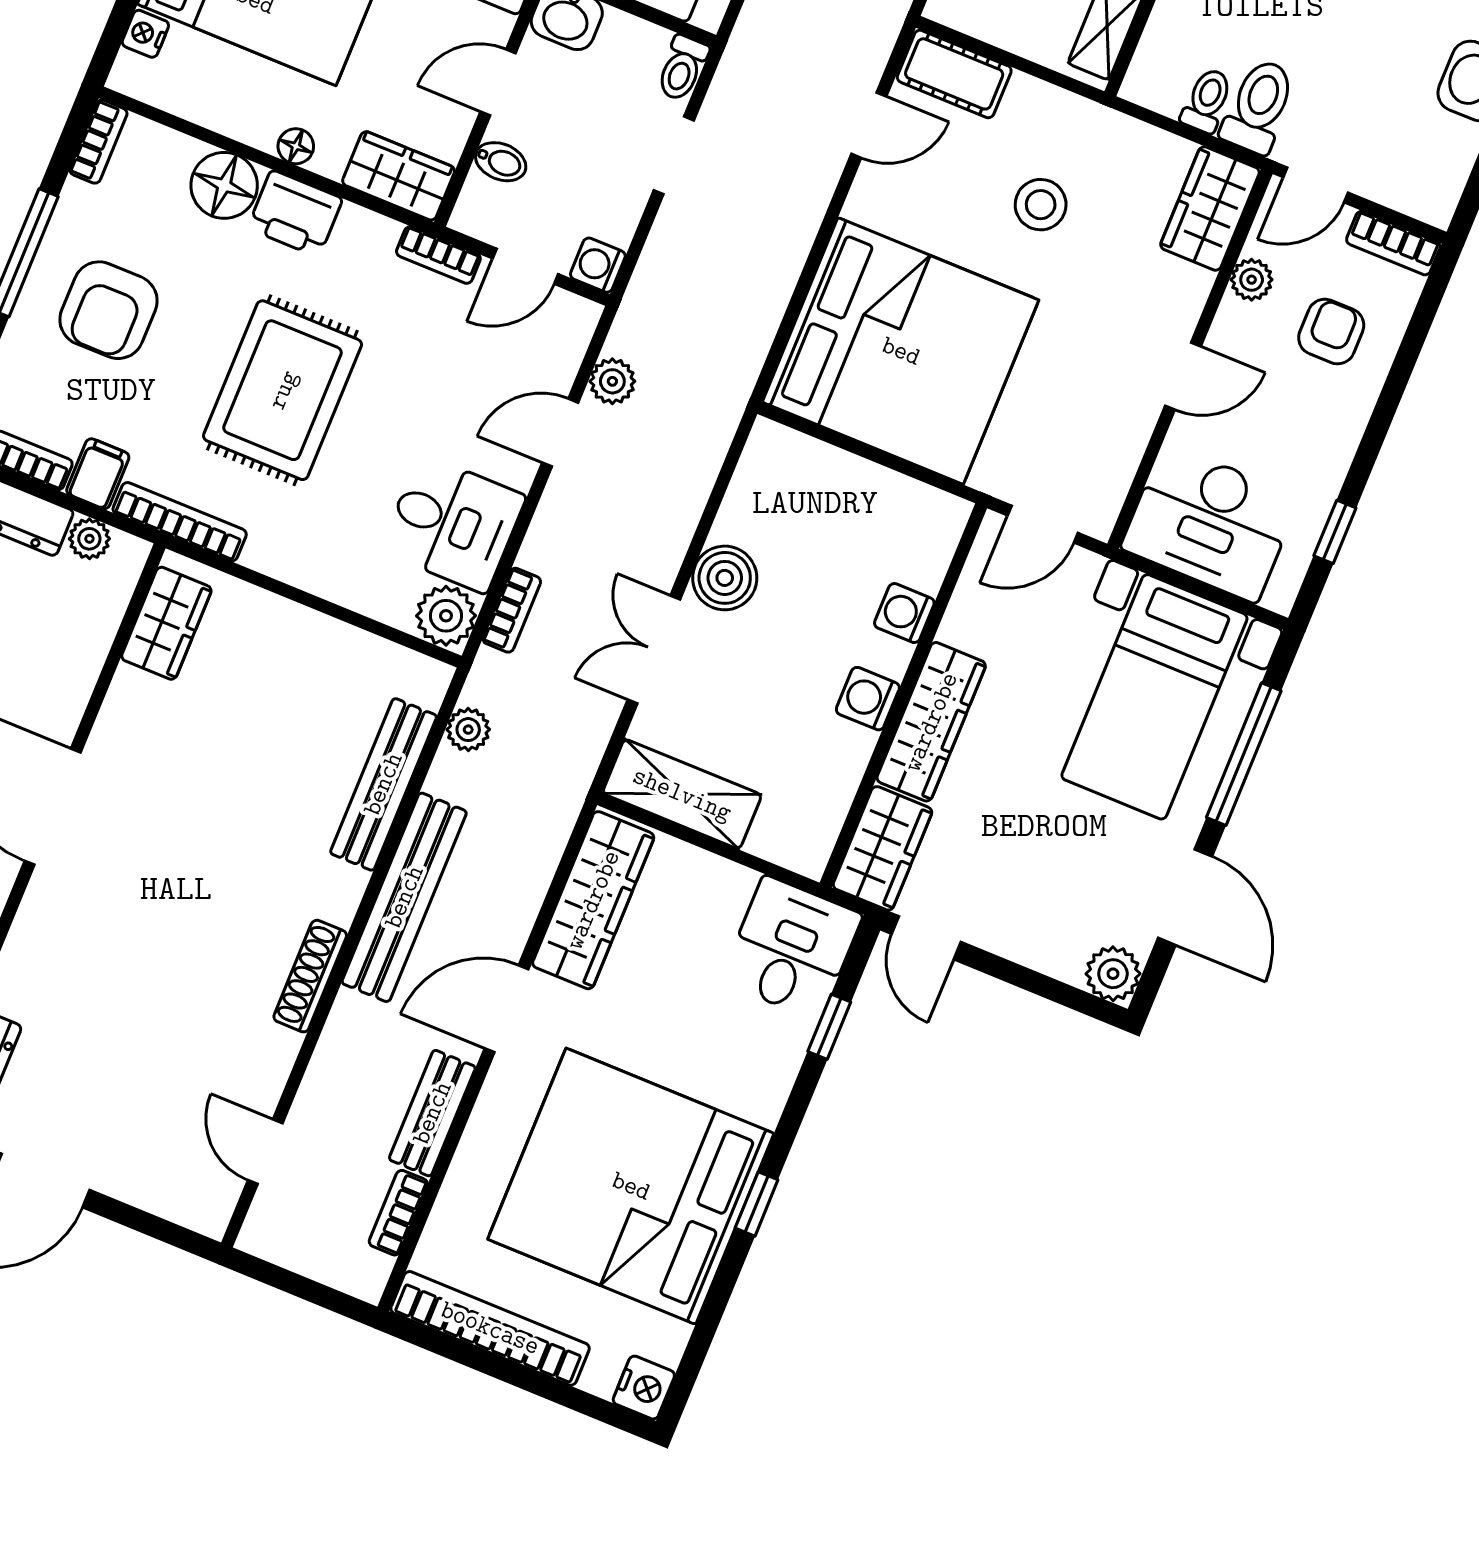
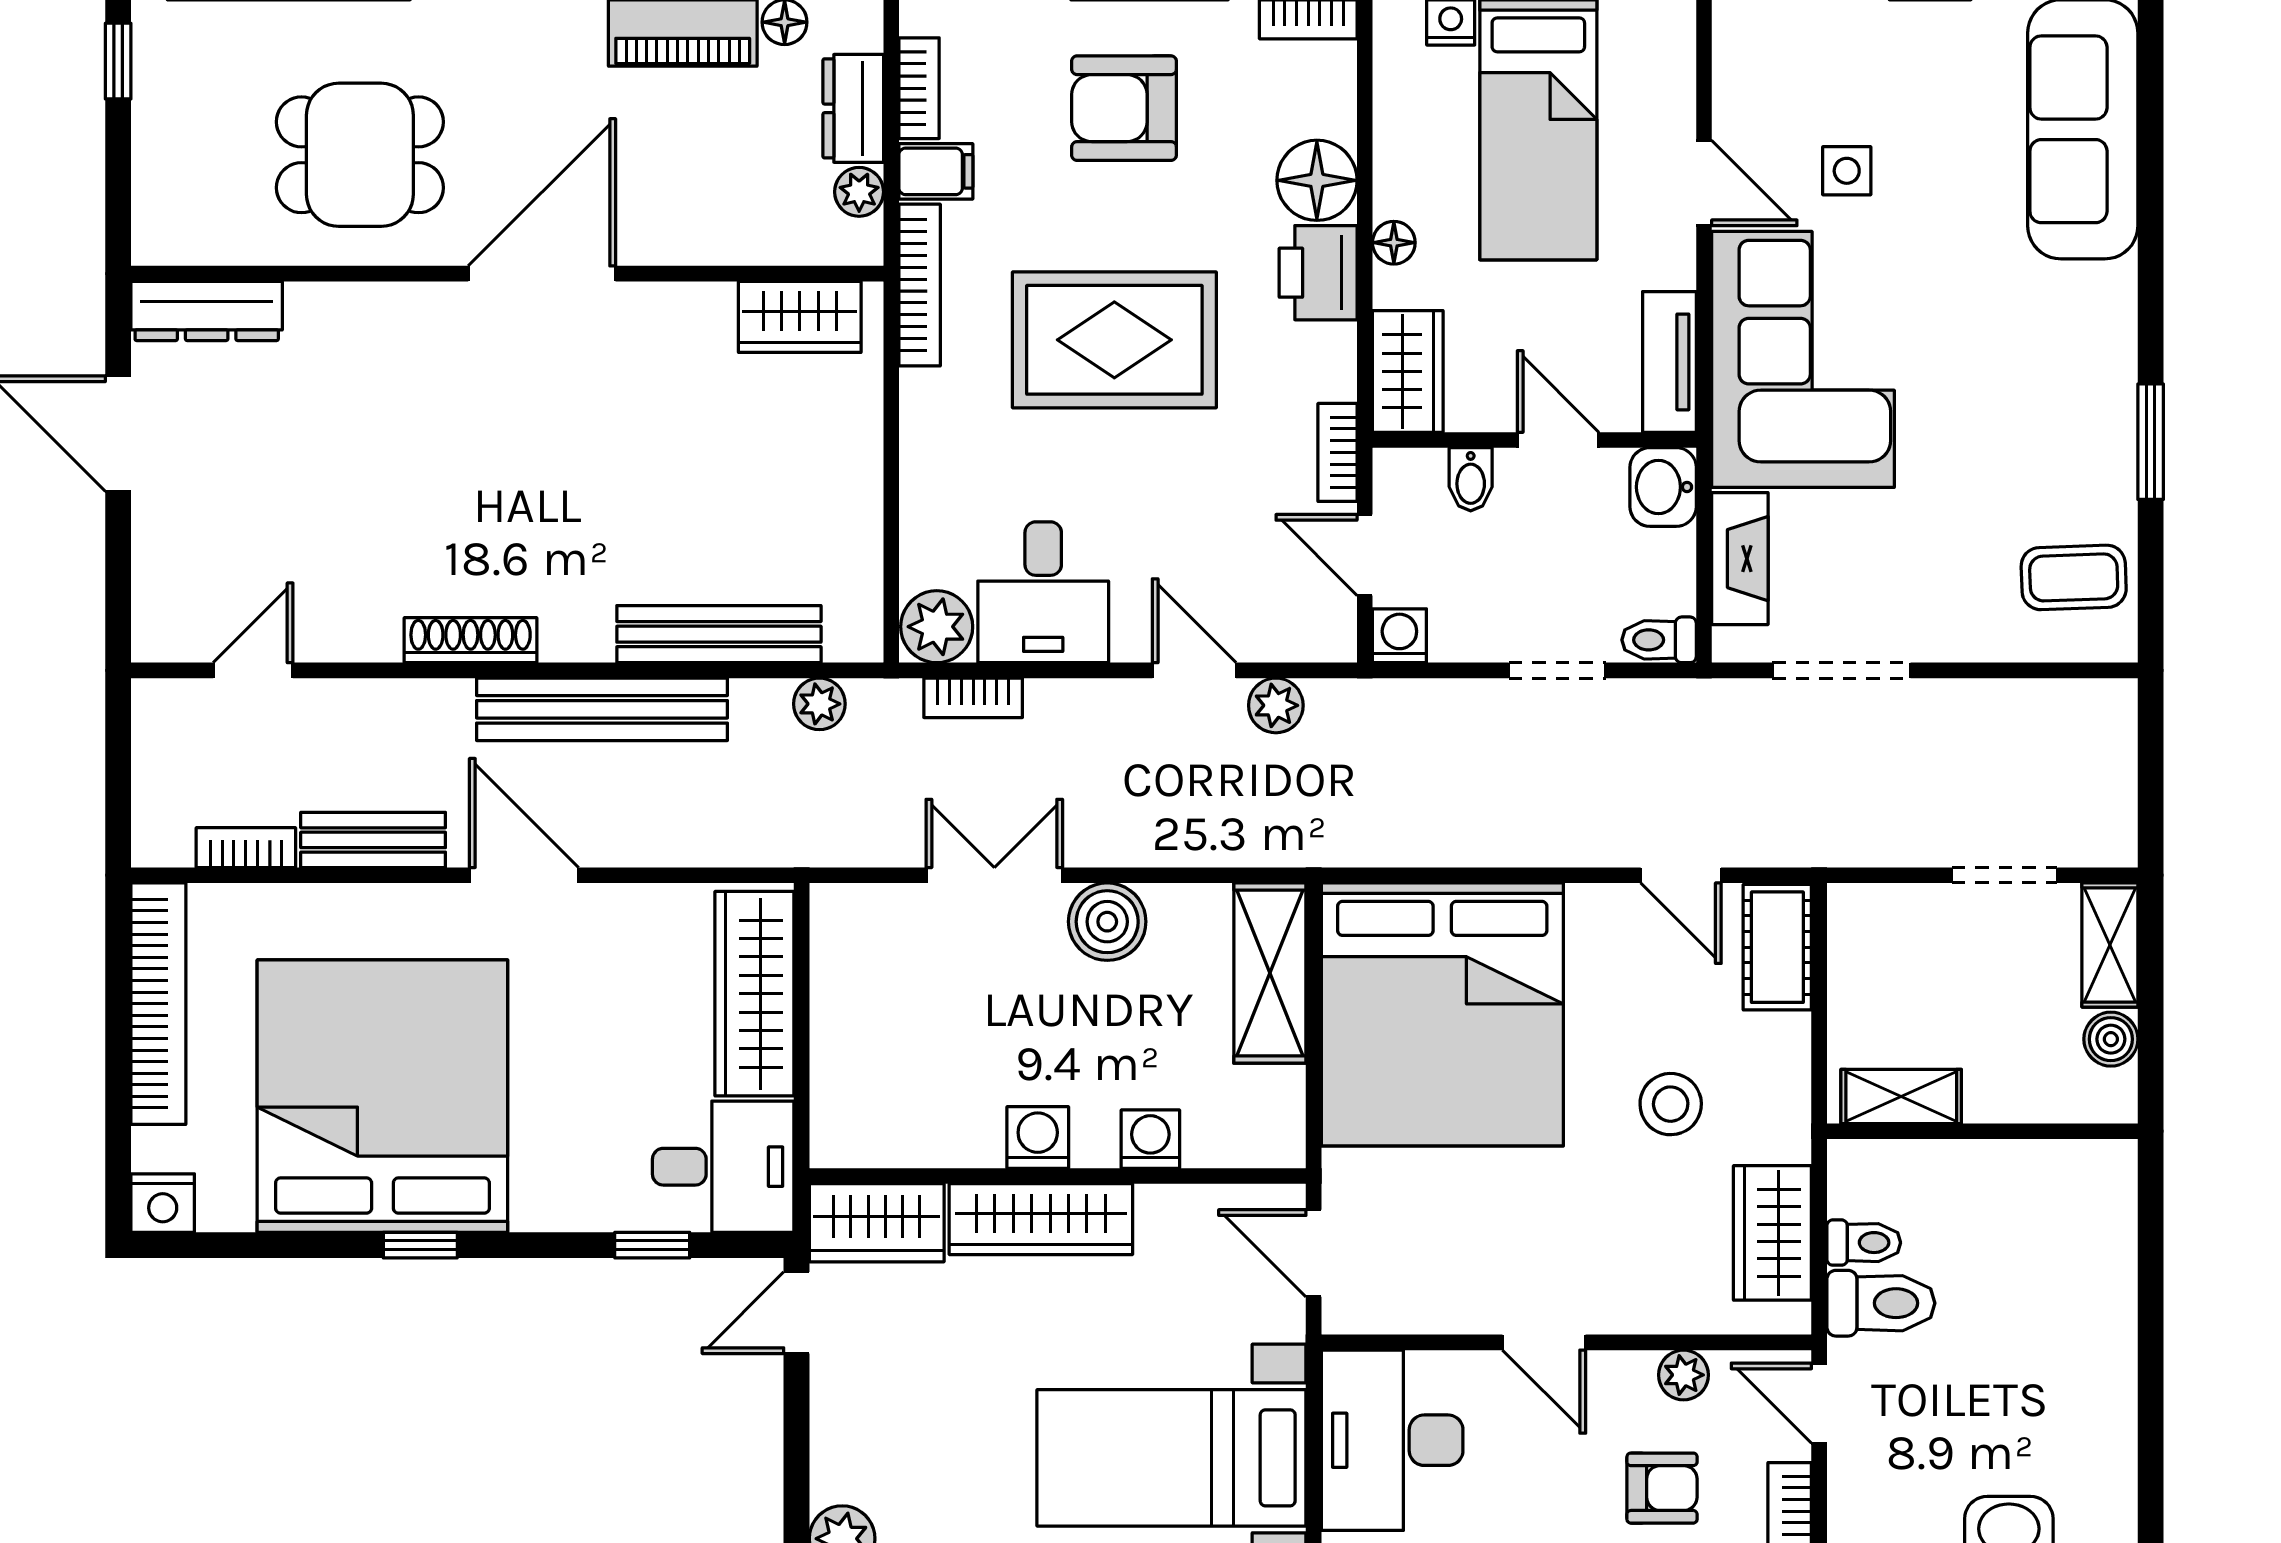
wardrobe: (1210, 208) -> (1772, 1233), moved, turned -90
shelving: (682, 794) -> (1270, 973), moved
wardrobe: (593, 900) -> (754, 994), moved, turned 90

